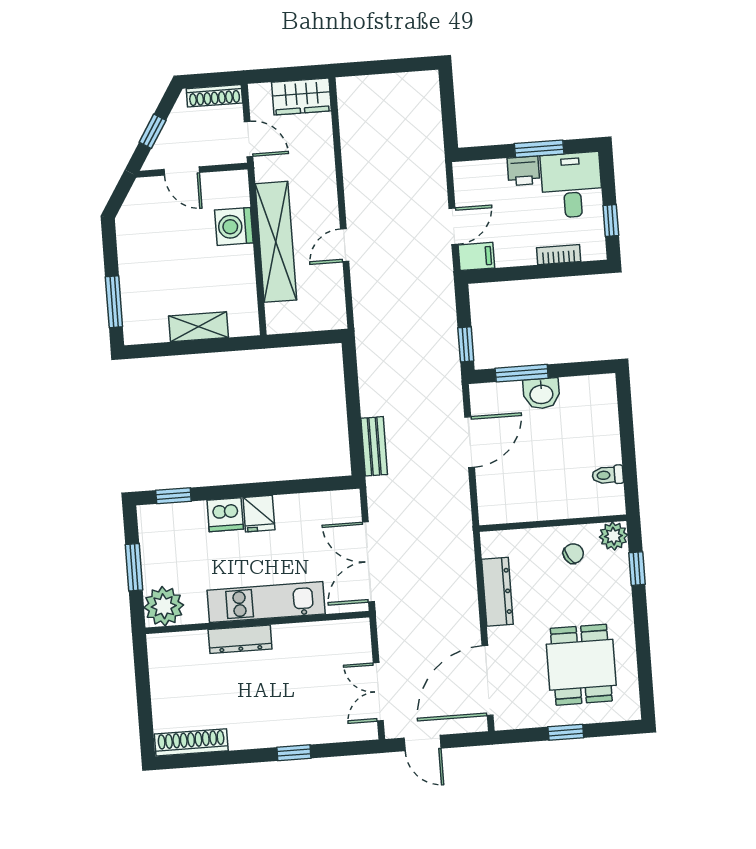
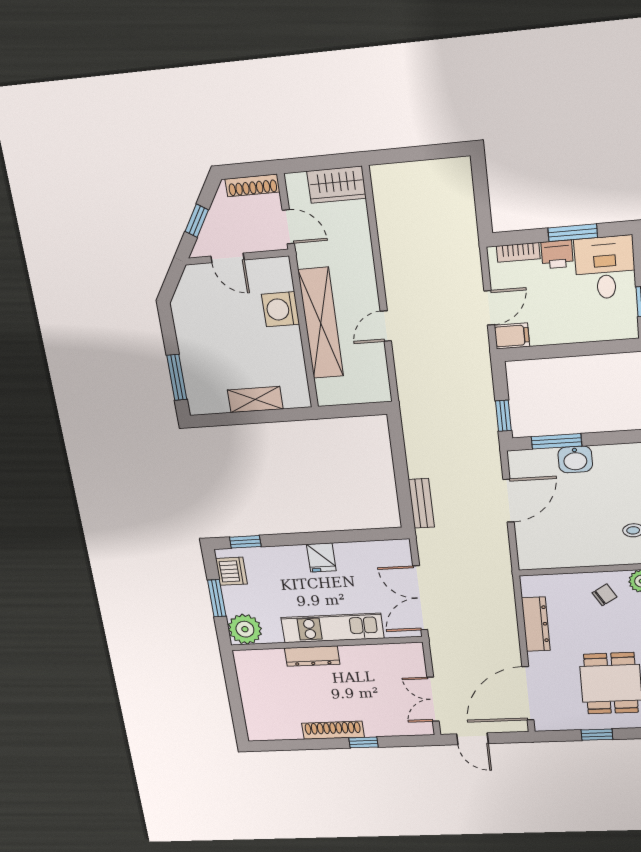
bookcase: (559, 255) -> (518, 252), moved, turned 180
dishwasher: (225, 515) -> (231, 571), moved, turned -90
shoe rack: (191, 742) -> (333, 730), moved

